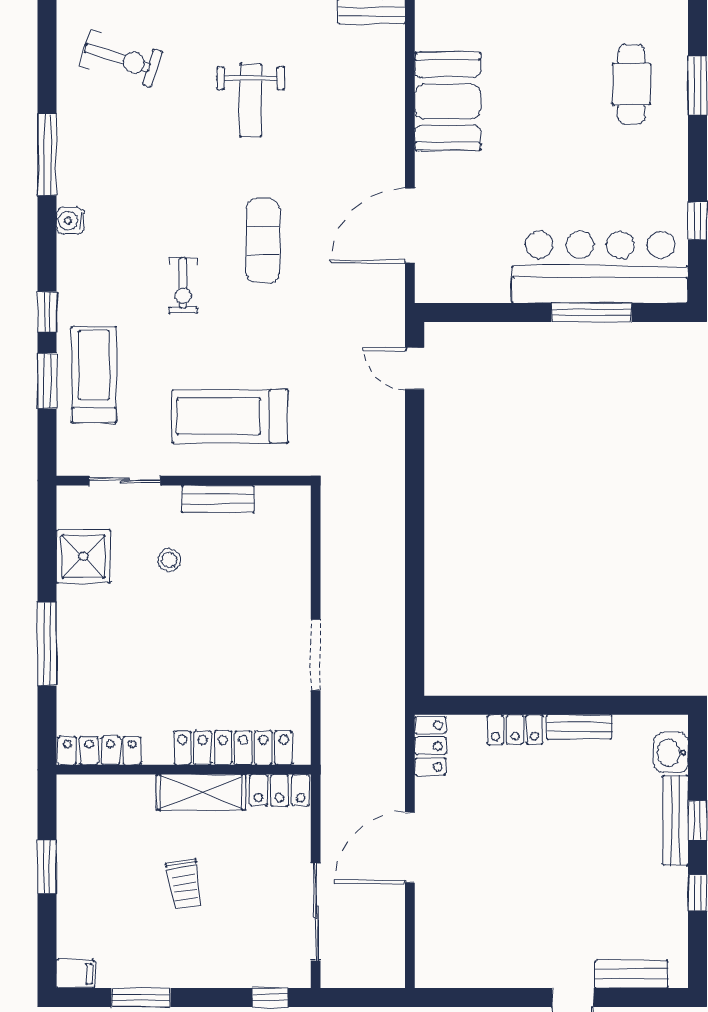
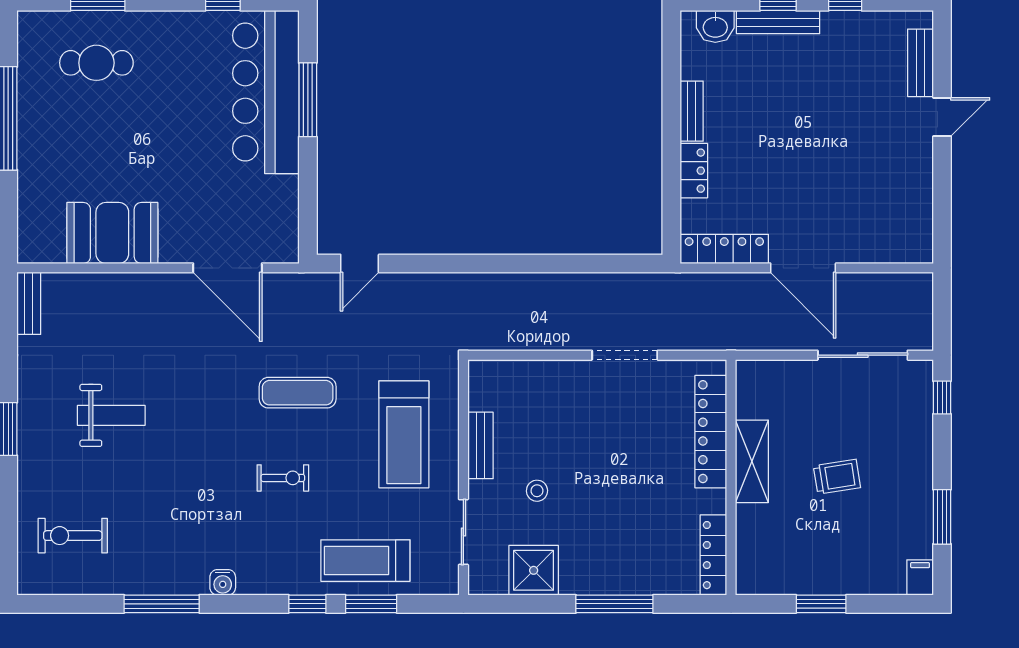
exercise bike: (121, 59) -> (73, 536), turned -107
exercise mat: (263, 241) -> (298, 393), moved
locker: (430, 746) -> (724, 249), width x1.53
locker: (280, 790) -> (750, 389), removed

